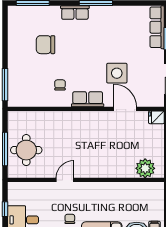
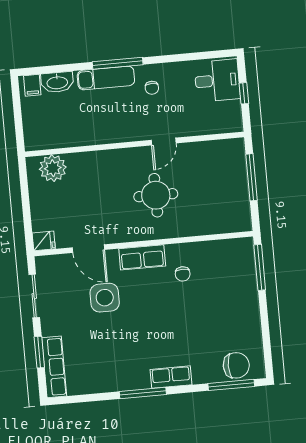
chair: (45, 45) -> (236, 365), moved
round table: (26, 150) -> (156, 195), moved

